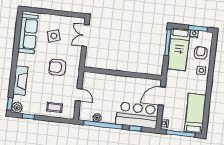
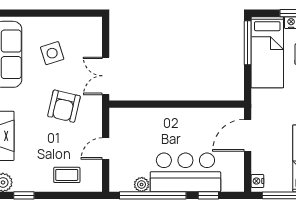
double door: (85, 35) -> (106, 76), moved
armchair: (57, 67) -> (64, 106), turned -77
door: (79, 95) -> (106, 148), swing flipped
bar counter: (137, 115) -> (185, 172), moved

